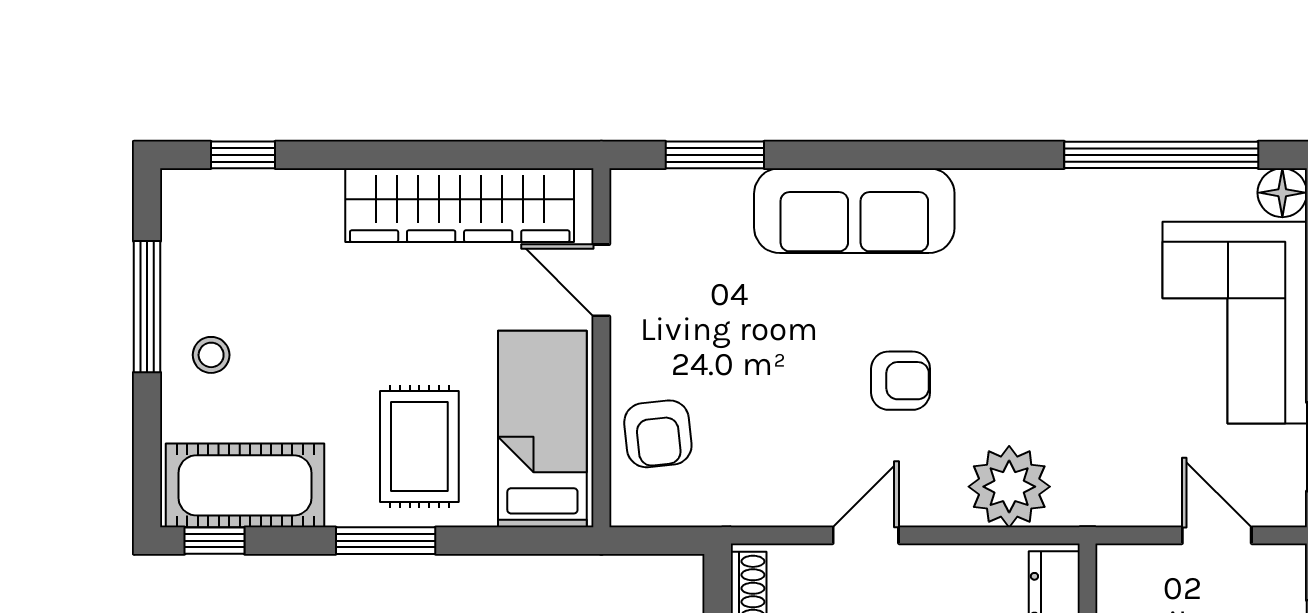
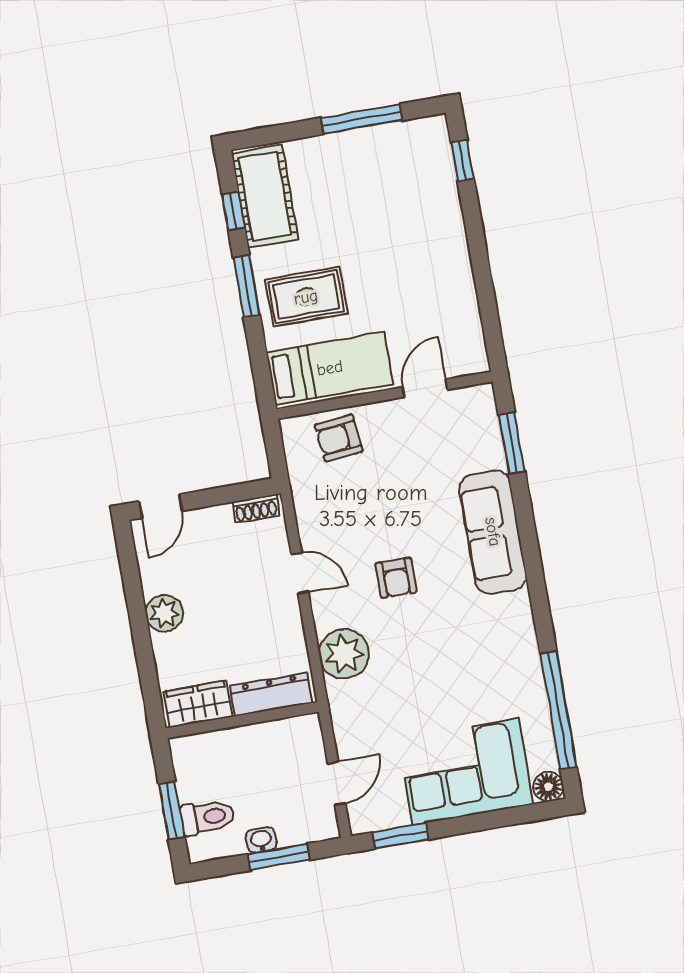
wardrobe: (460, 205) -> (455, 296), removed
stool: (211, 355) -> (339, 162), removed
window: (215, 541) -> (233, 211), moved

